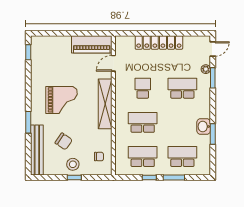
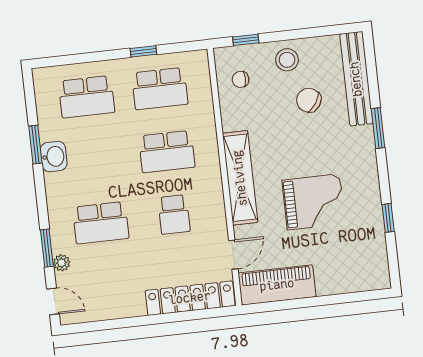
locker: (159, 42) -> (190, 298), moved
door: (213, 49) -> (53, 301), swing flipped
window: (28, 52) -> (388, 218), moved
grand piano: (61, 100) -> (314, 202), moved, turned 180
window: (74, 177) -> (246, 40), moved
window: (174, 177) -> (98, 56), removed

